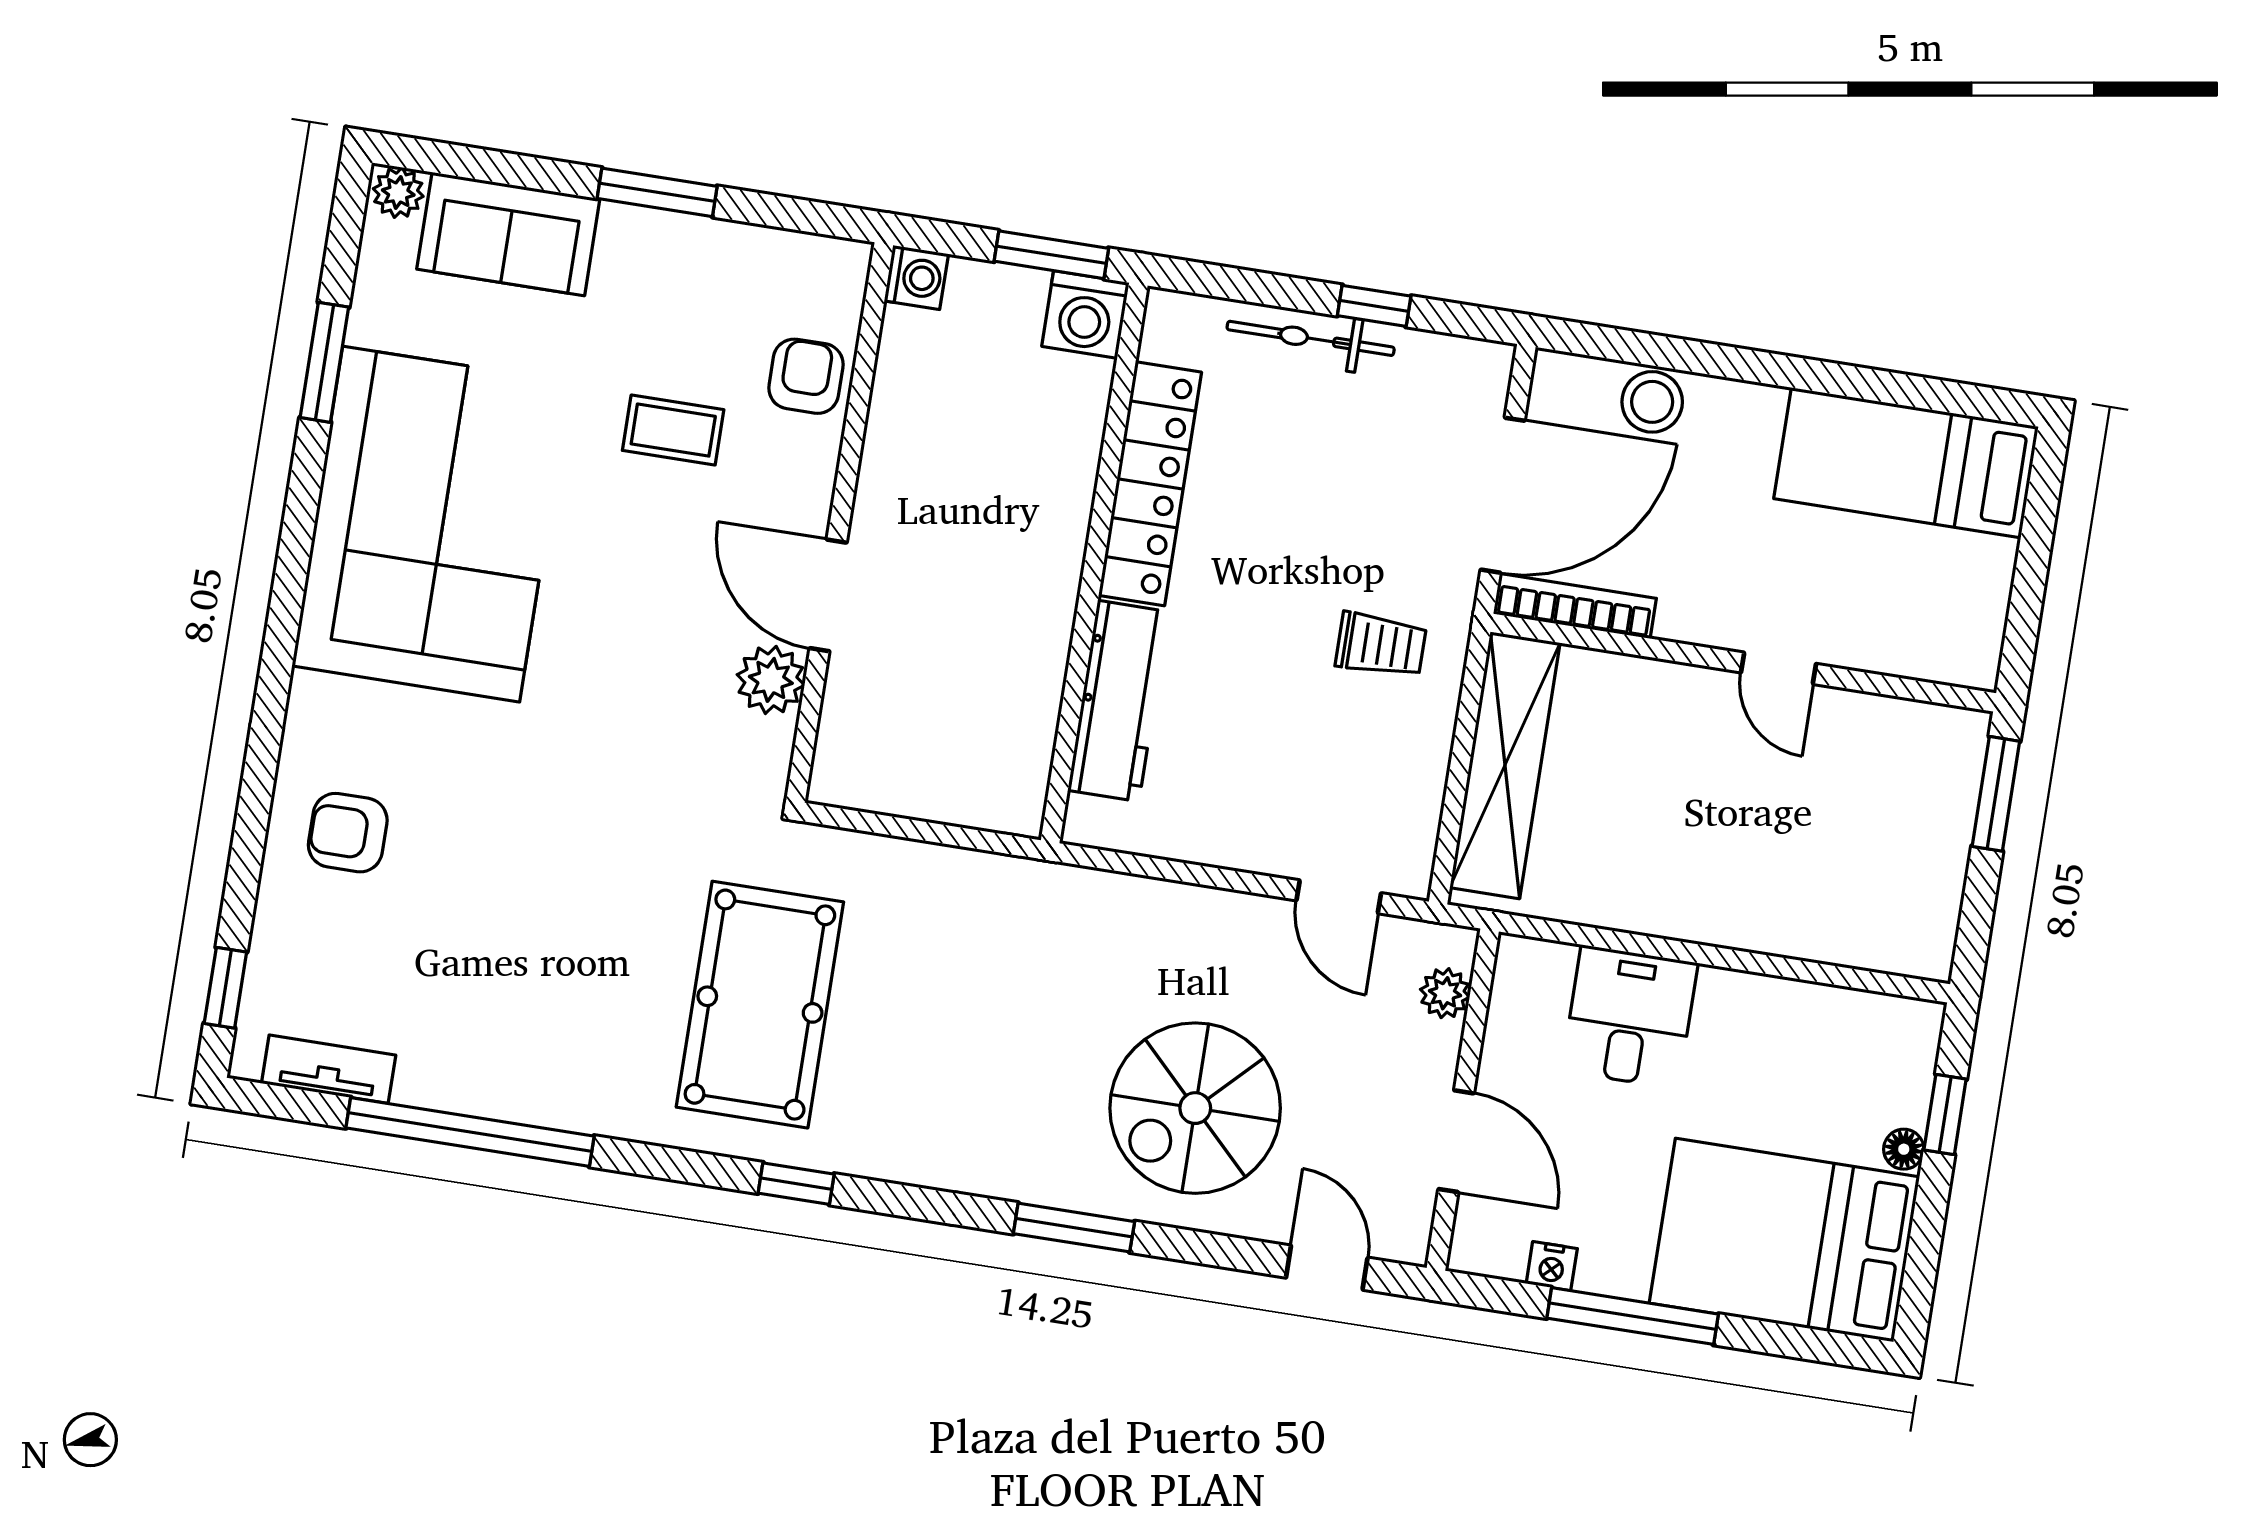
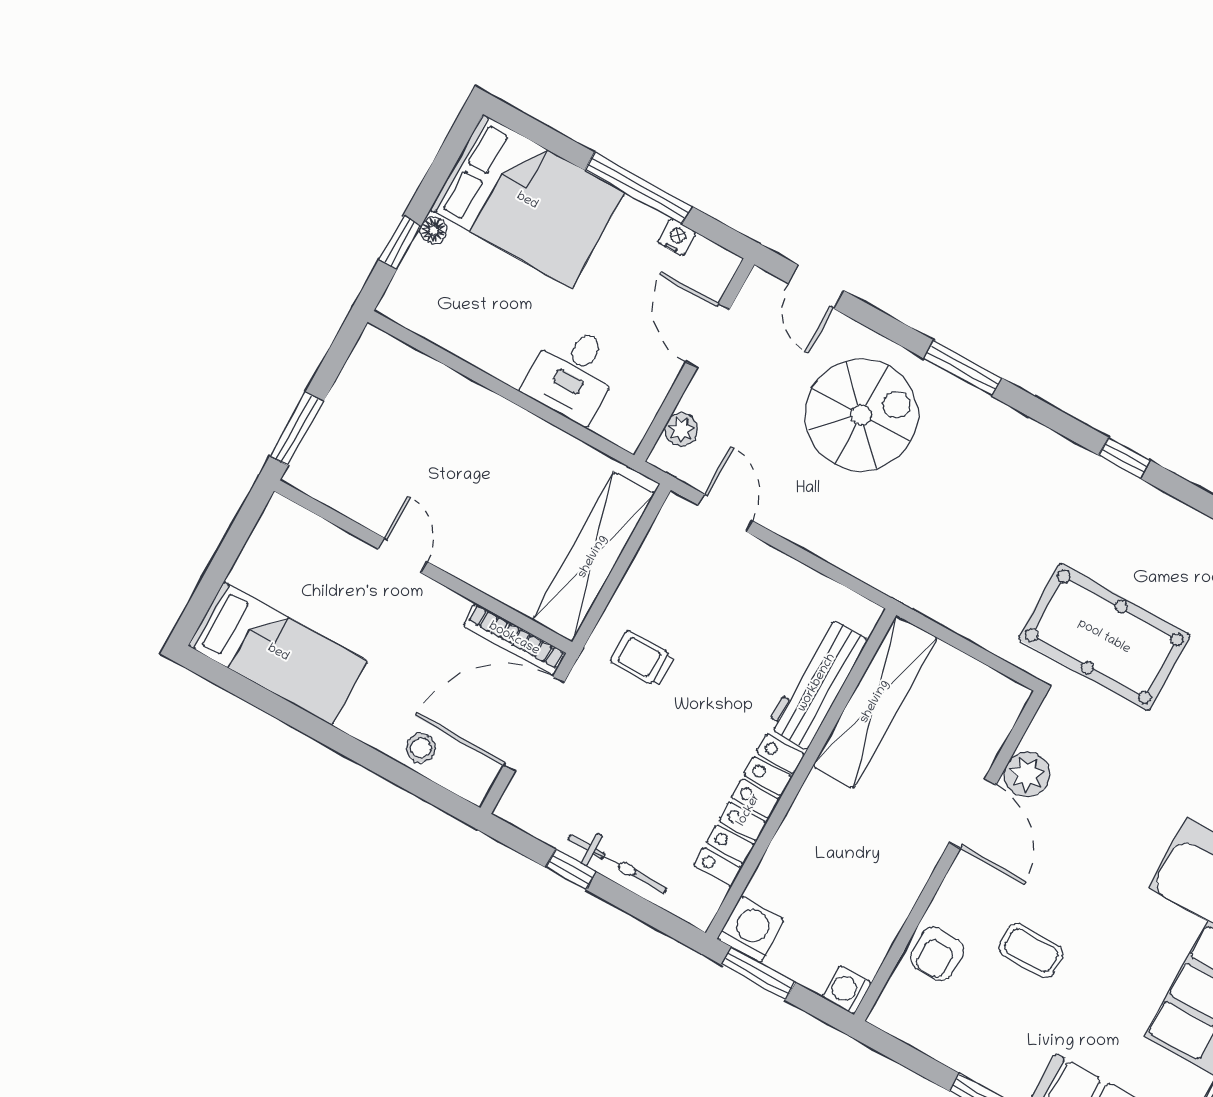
stool: (1652, 402) -> (421, 748), width x0.73, depth x0.73
shelving: (1026, 705) -> (875, 702), added
pool table: (760, 1005) -> (1104, 637), moved, turned 90

